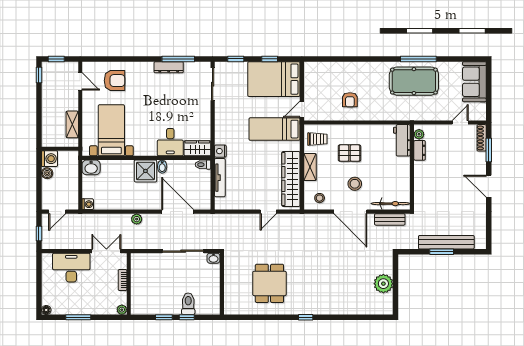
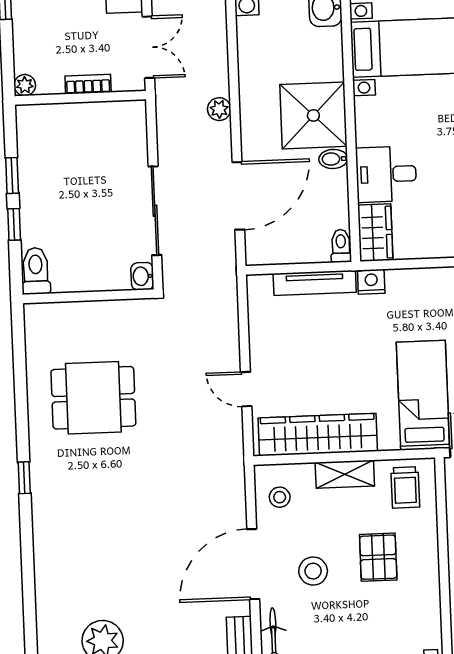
shower: (145, 171) -> (313, 115), width x1.37, depth x1.37
toilet: (188, 304) -> (36, 271), moved, turned -90

